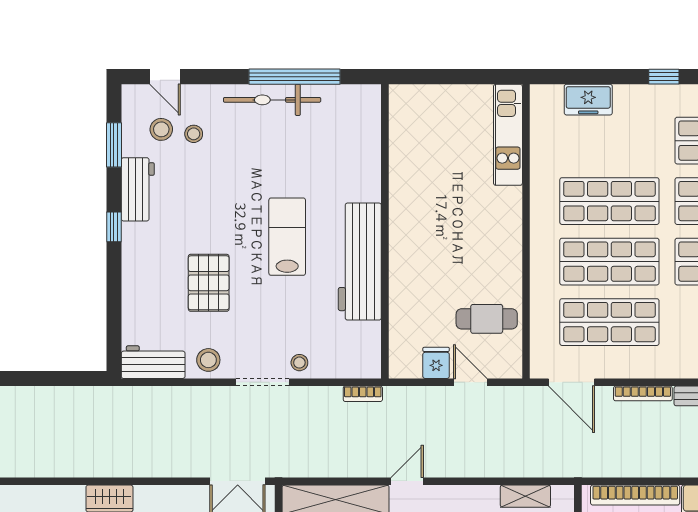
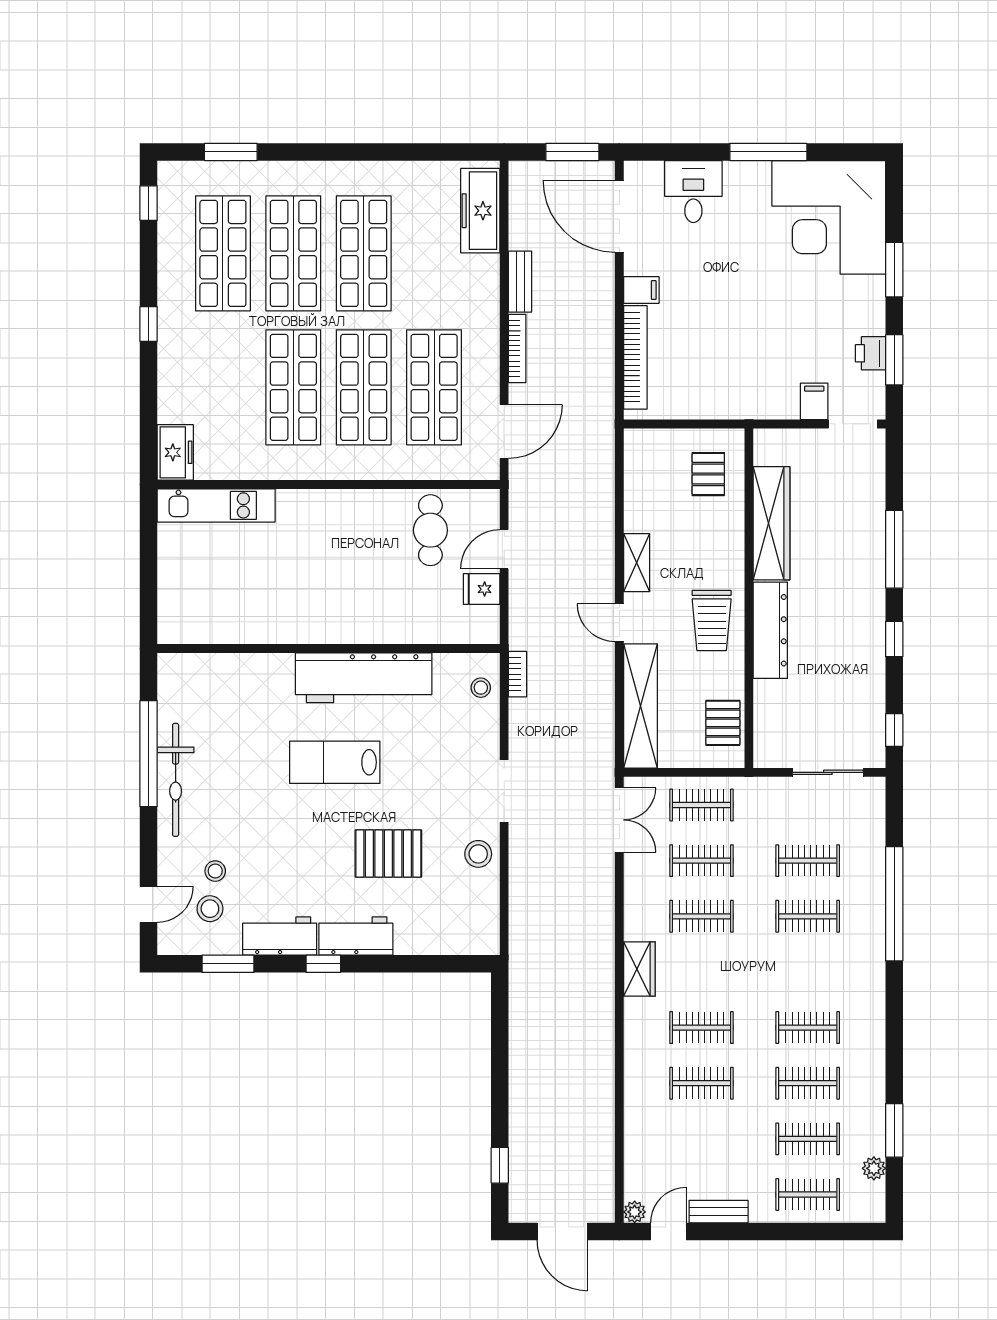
freezer: (588, 100) -> (175, 452), moved
workbench: (153, 362) -> (356, 936), moved, turned 90
stool: (299, 363) -> (481, 688), moved
shelving: (525, 496) -> (637, 563), moved

